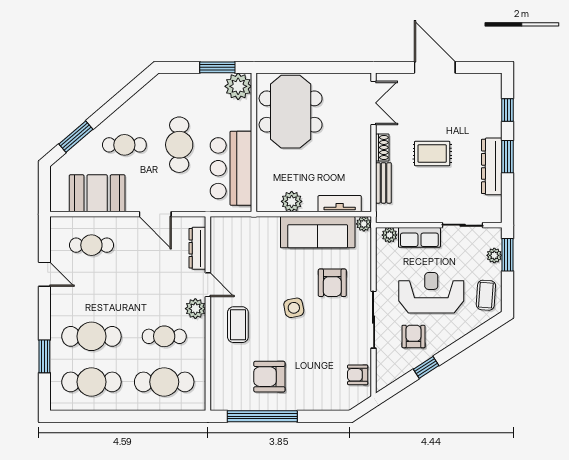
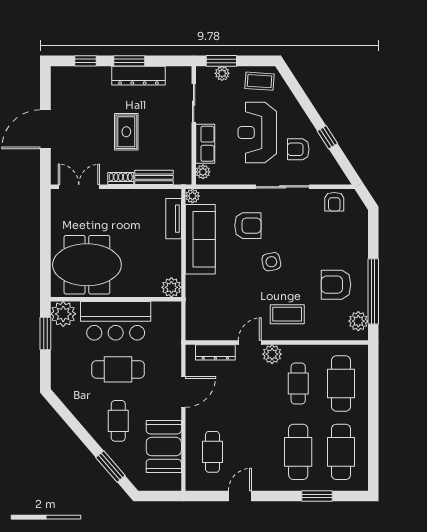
bar counter: (231, 168) -> (116, 321), moved
plant: (292, 201) -> (171, 287), moved
armchair: (269, 377) -> (336, 285), turned 90
plant: (231, 400) -> (358, 321), added

